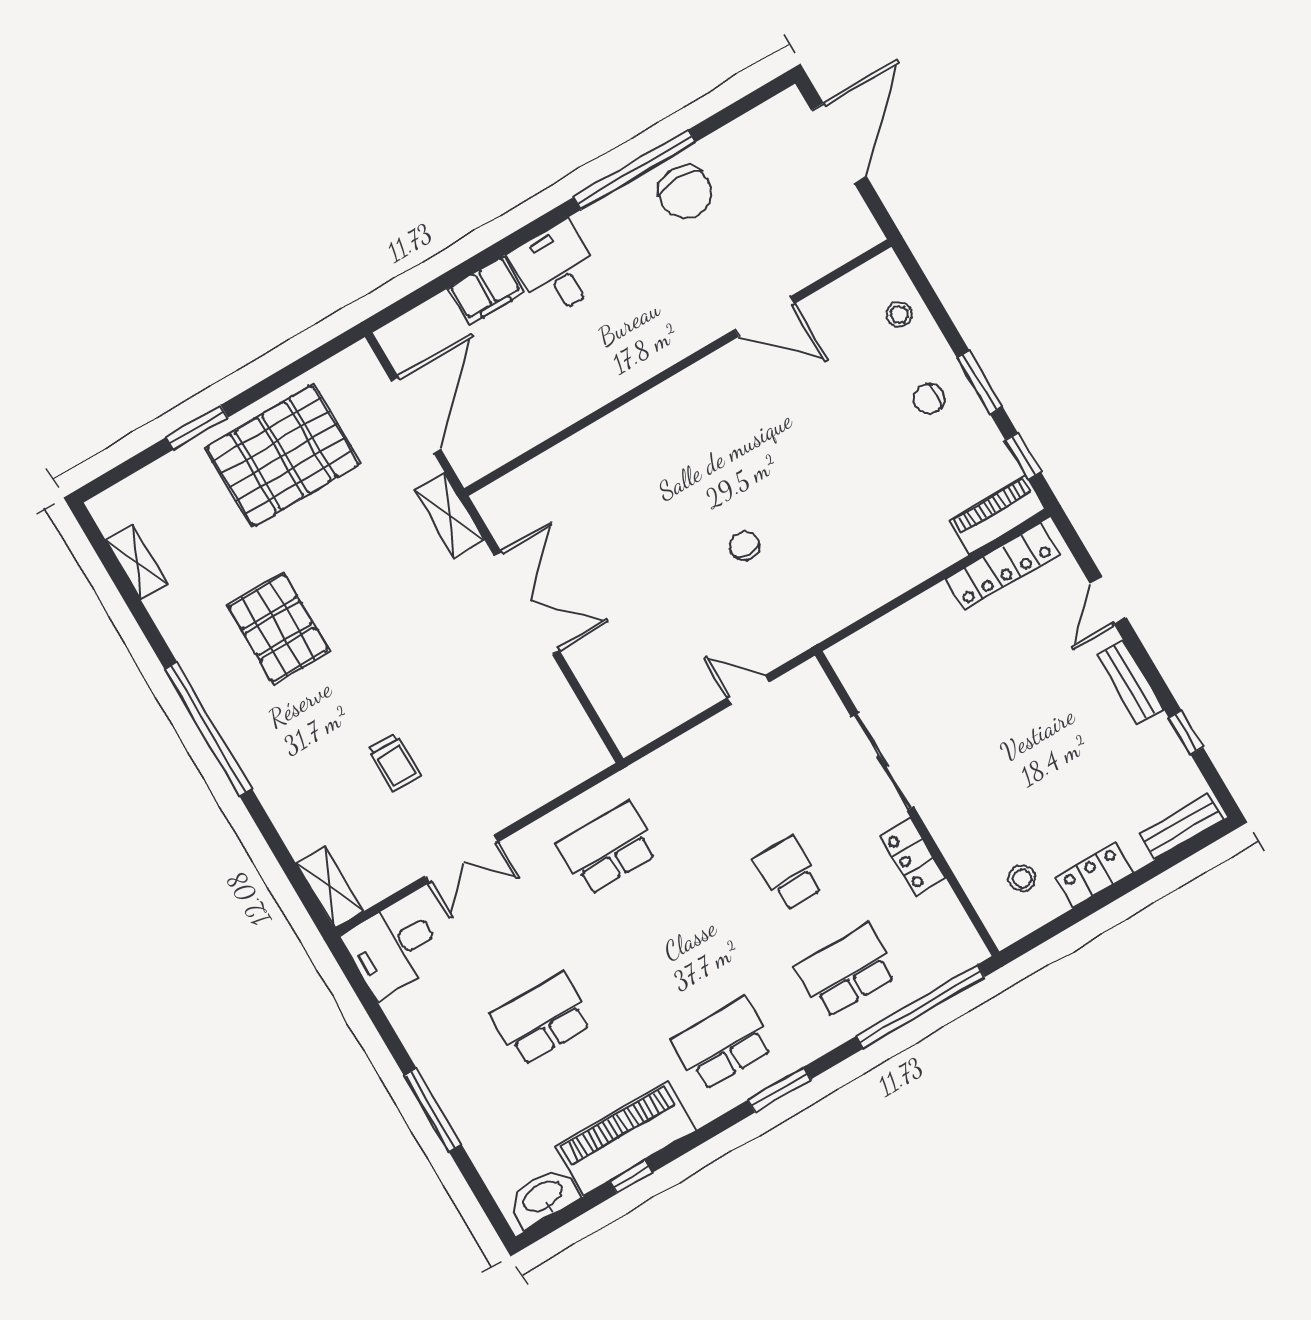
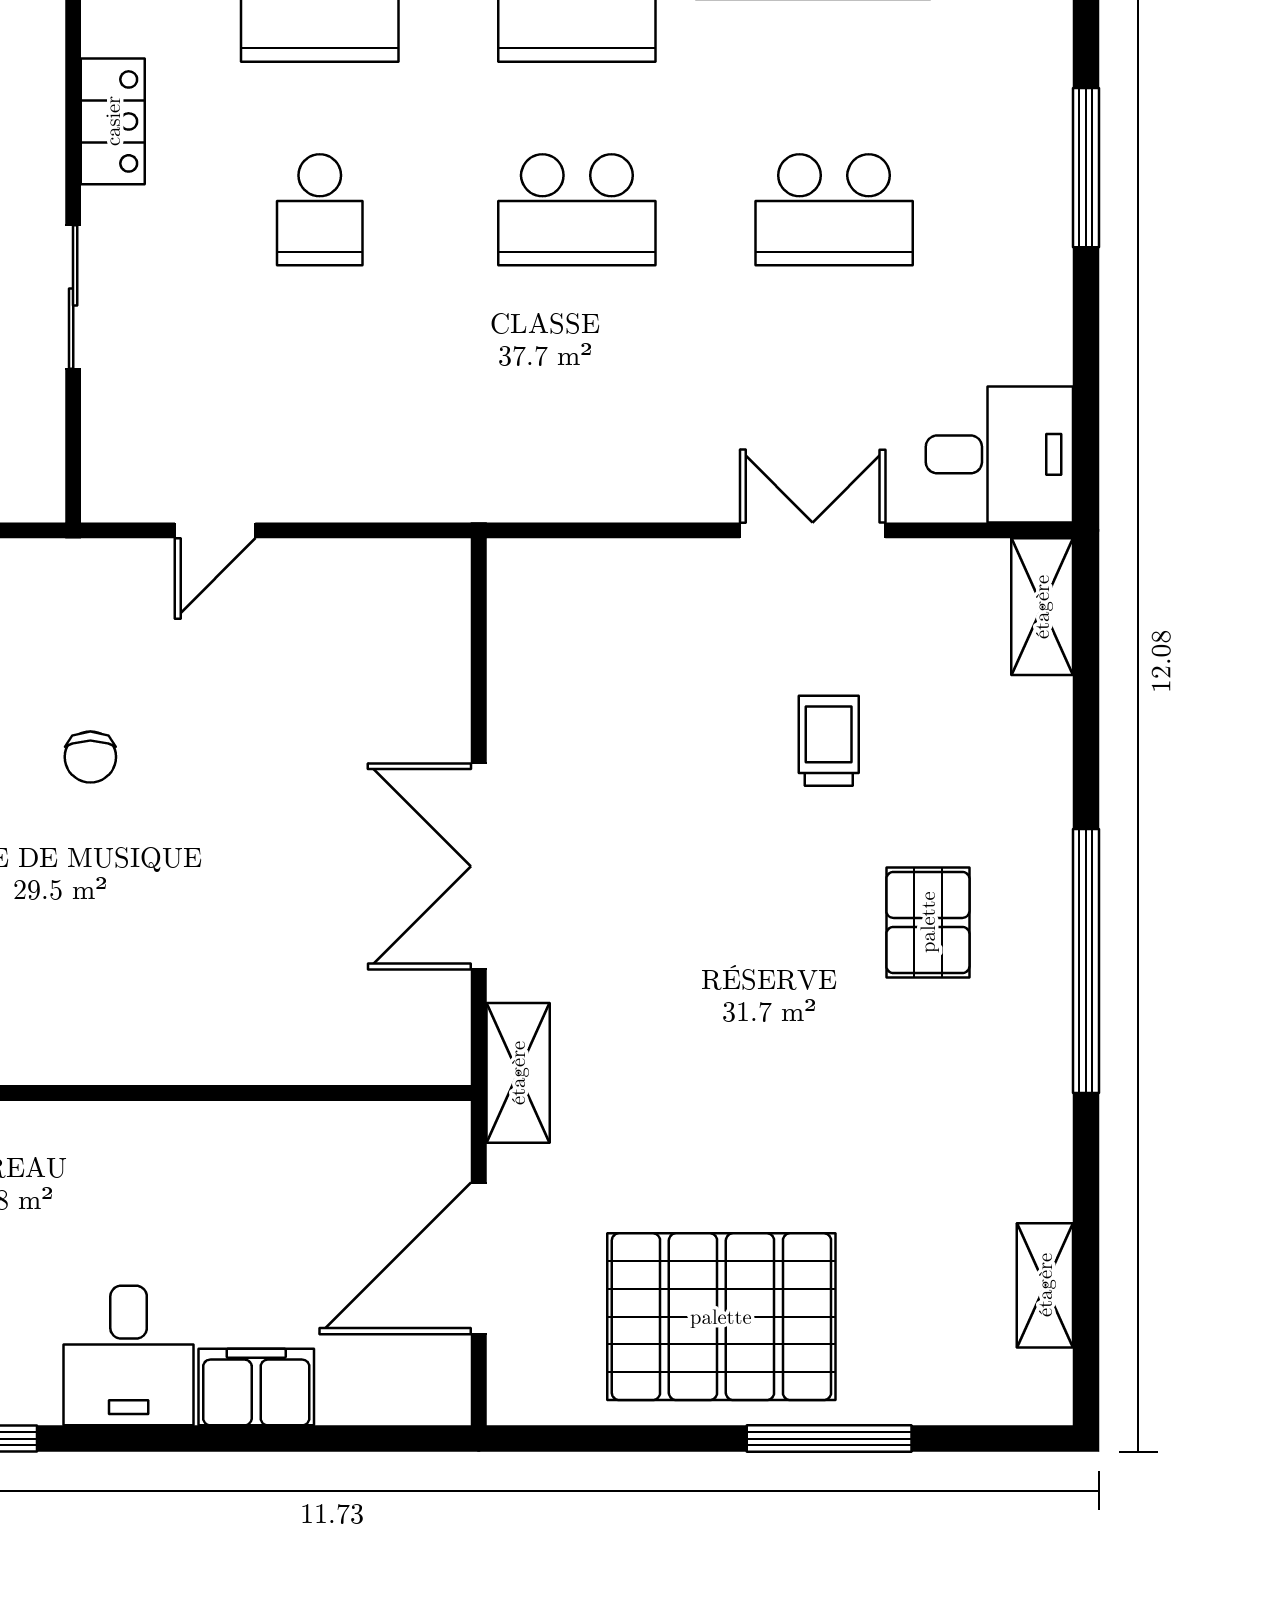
window: (197, 428) -> (829, 1439), width x1.44
pallet: (278, 628) -> (928, 922), moved, width x0.67, depth x0.71
door: (748, 690) -> (215, 530), hinge flipped
sliding door: (883, 762) -> (73, 297), width x0.73
school desk: (608, 848) -> (577, 210), moved

